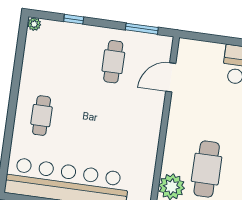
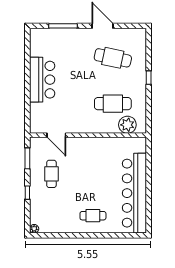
window: (74, 19) -> (27, 193), moved
cafe table: (113, 62) -> (51, 174), turned 90

